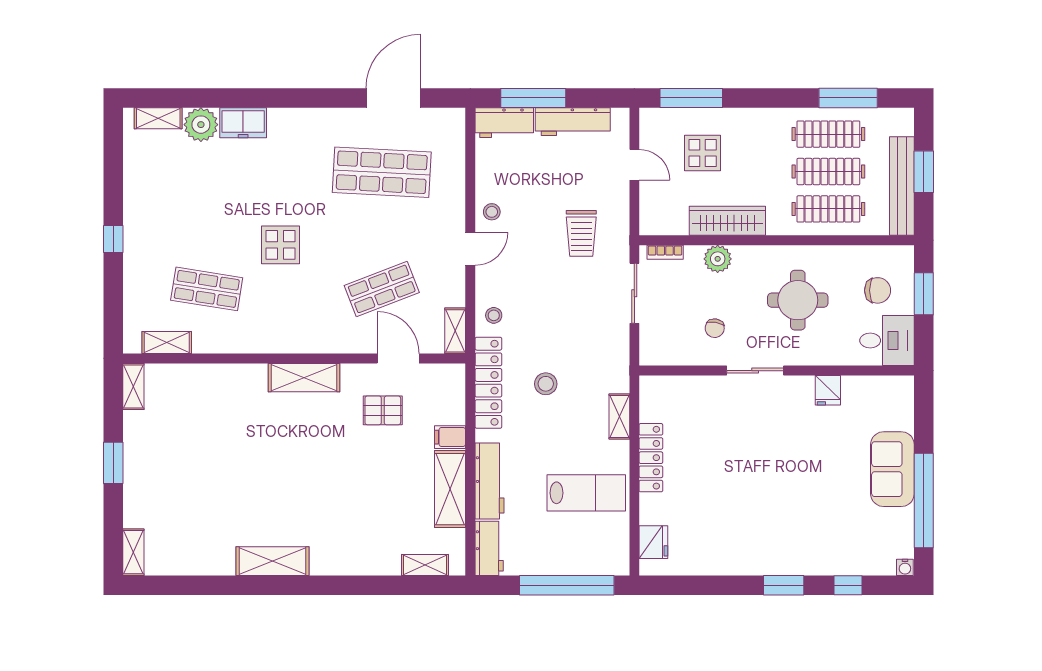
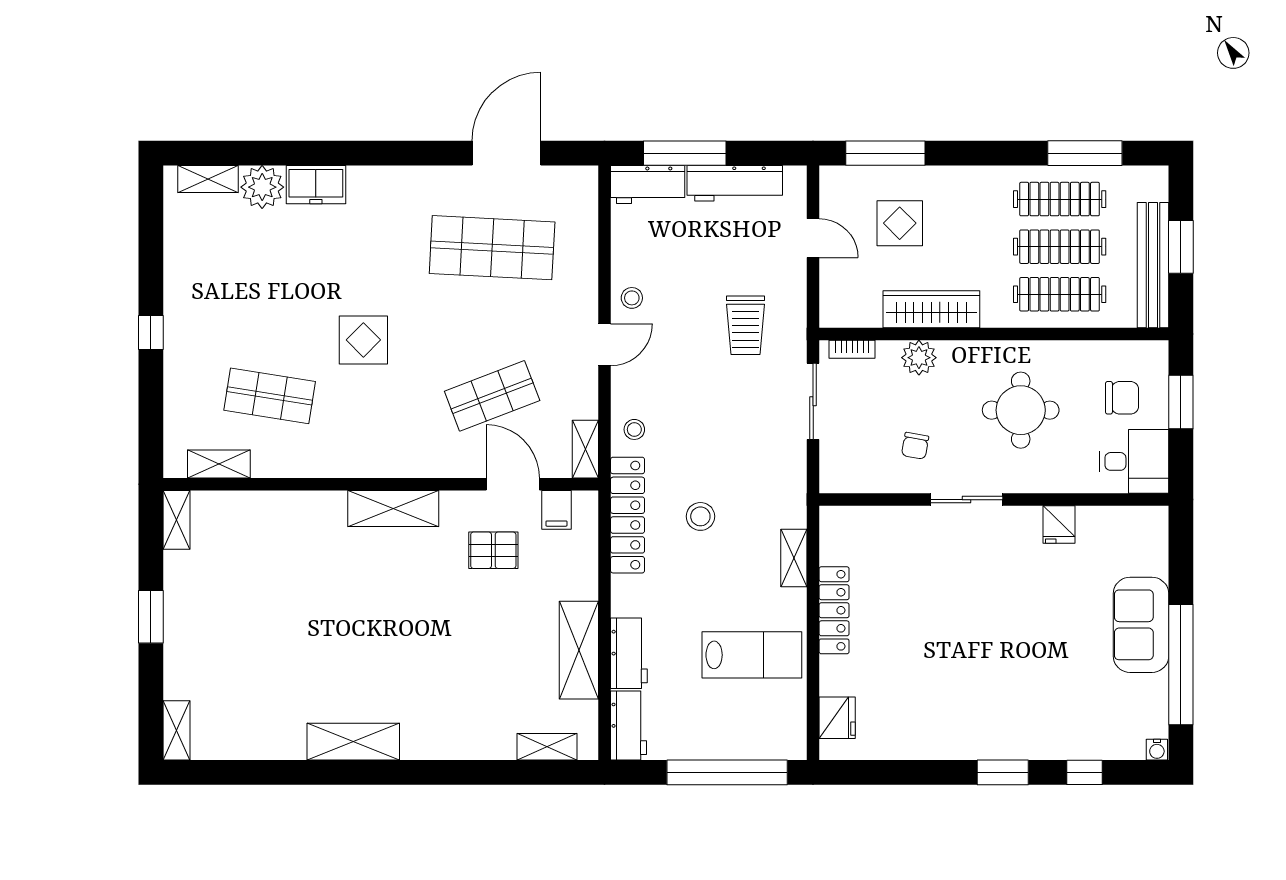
filing cabinet: (450, 437) -> (556, 510), moved, turned -90
workbench: (489, 481) -> (629, 653), width x0.73

